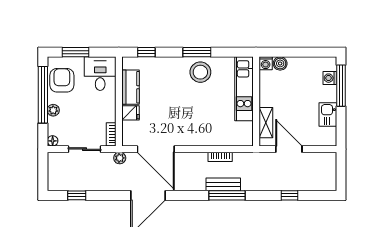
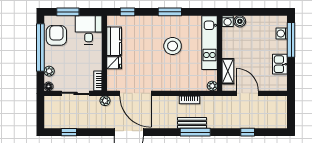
stool: (200, 72) -> (173, 46), moved
plant: (53, 110) -> (49, 71), moved
plant: (247, 140) -> (212, 86), added

